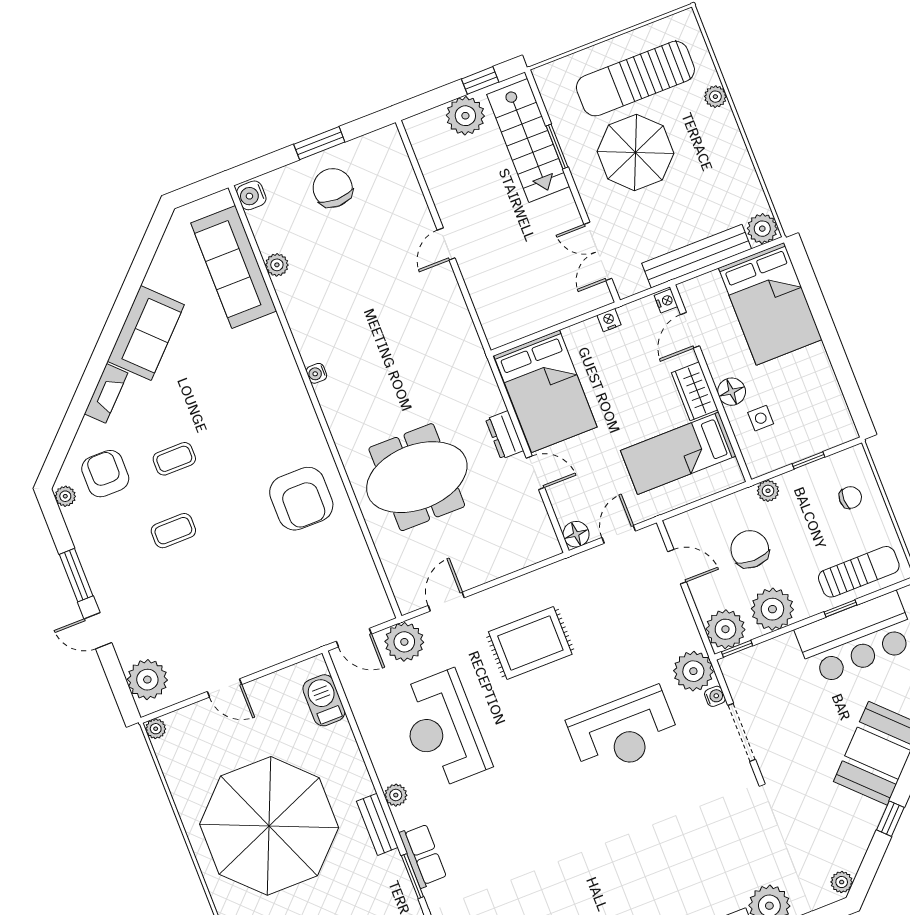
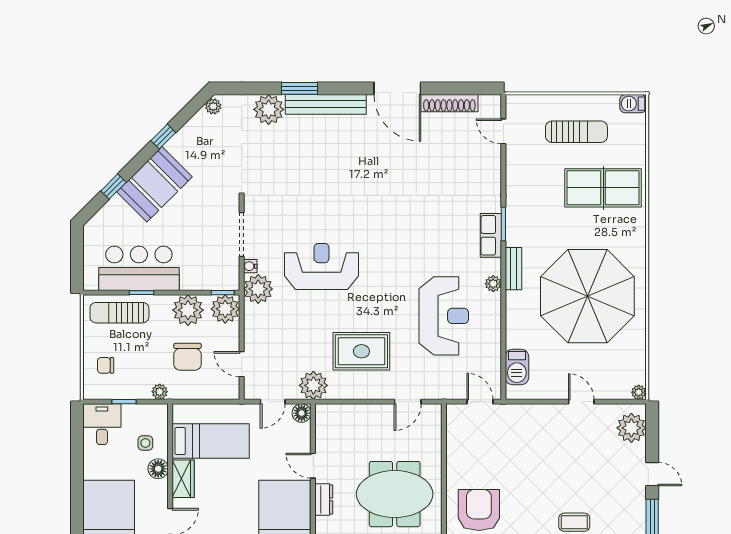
desk: (826, 421) -> (102, 424), added
plant: (404, 642) -> (313, 385), moved

